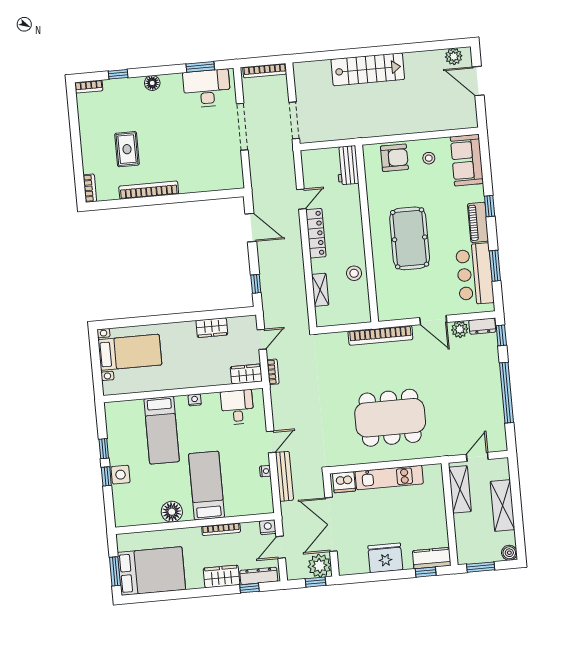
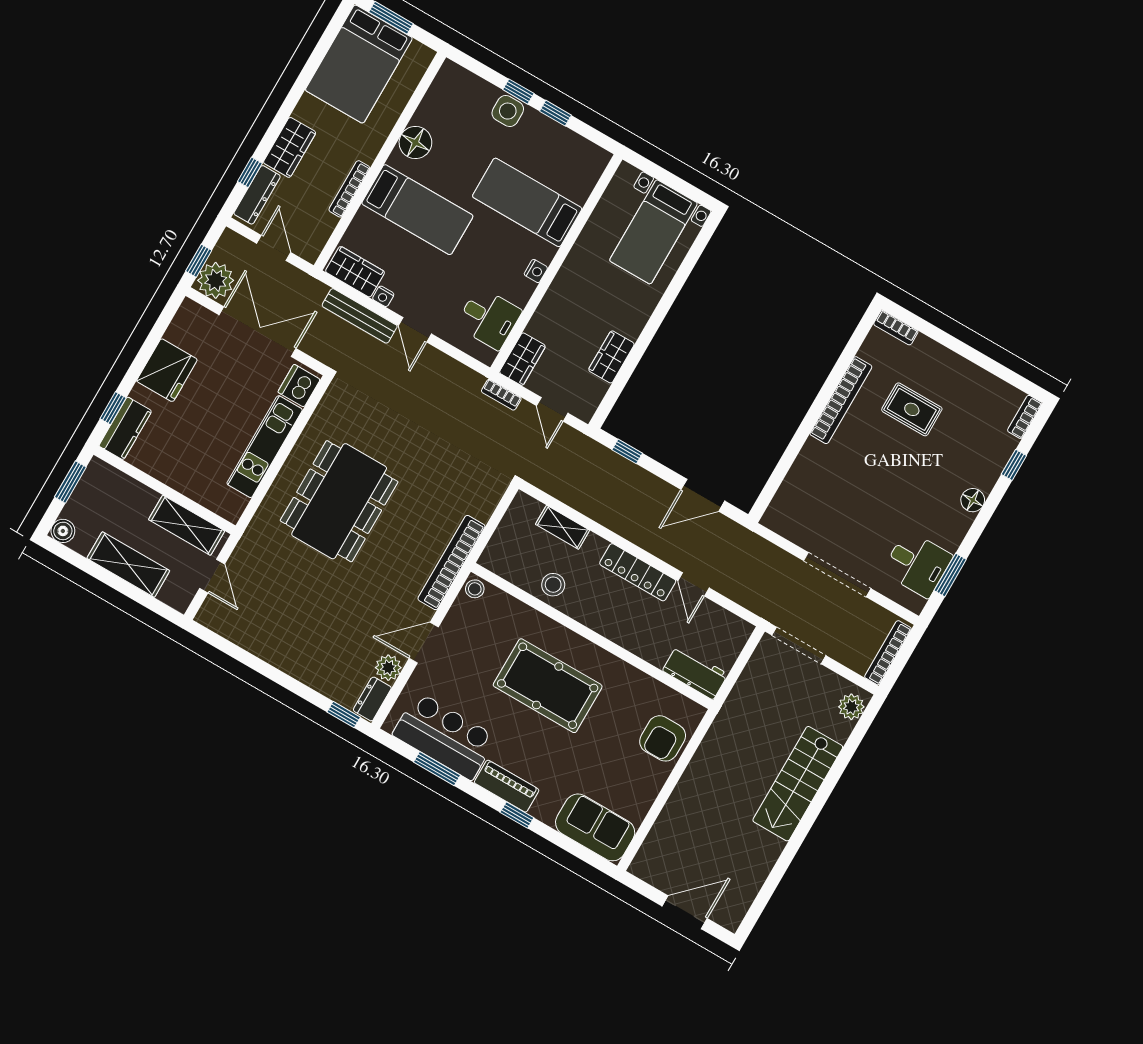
plant: (454, 56) -> (851, 707), moved
desk: (207, 88) -> (917, 564), width x0.73
stool: (429, 158) -> (475, 589), moved
window: (506, 393) -> (267, 670), removed
wardrobe: (263, 495) -> (355, 272), added
nightstand: (268, 527) -> (310, 250), removed

